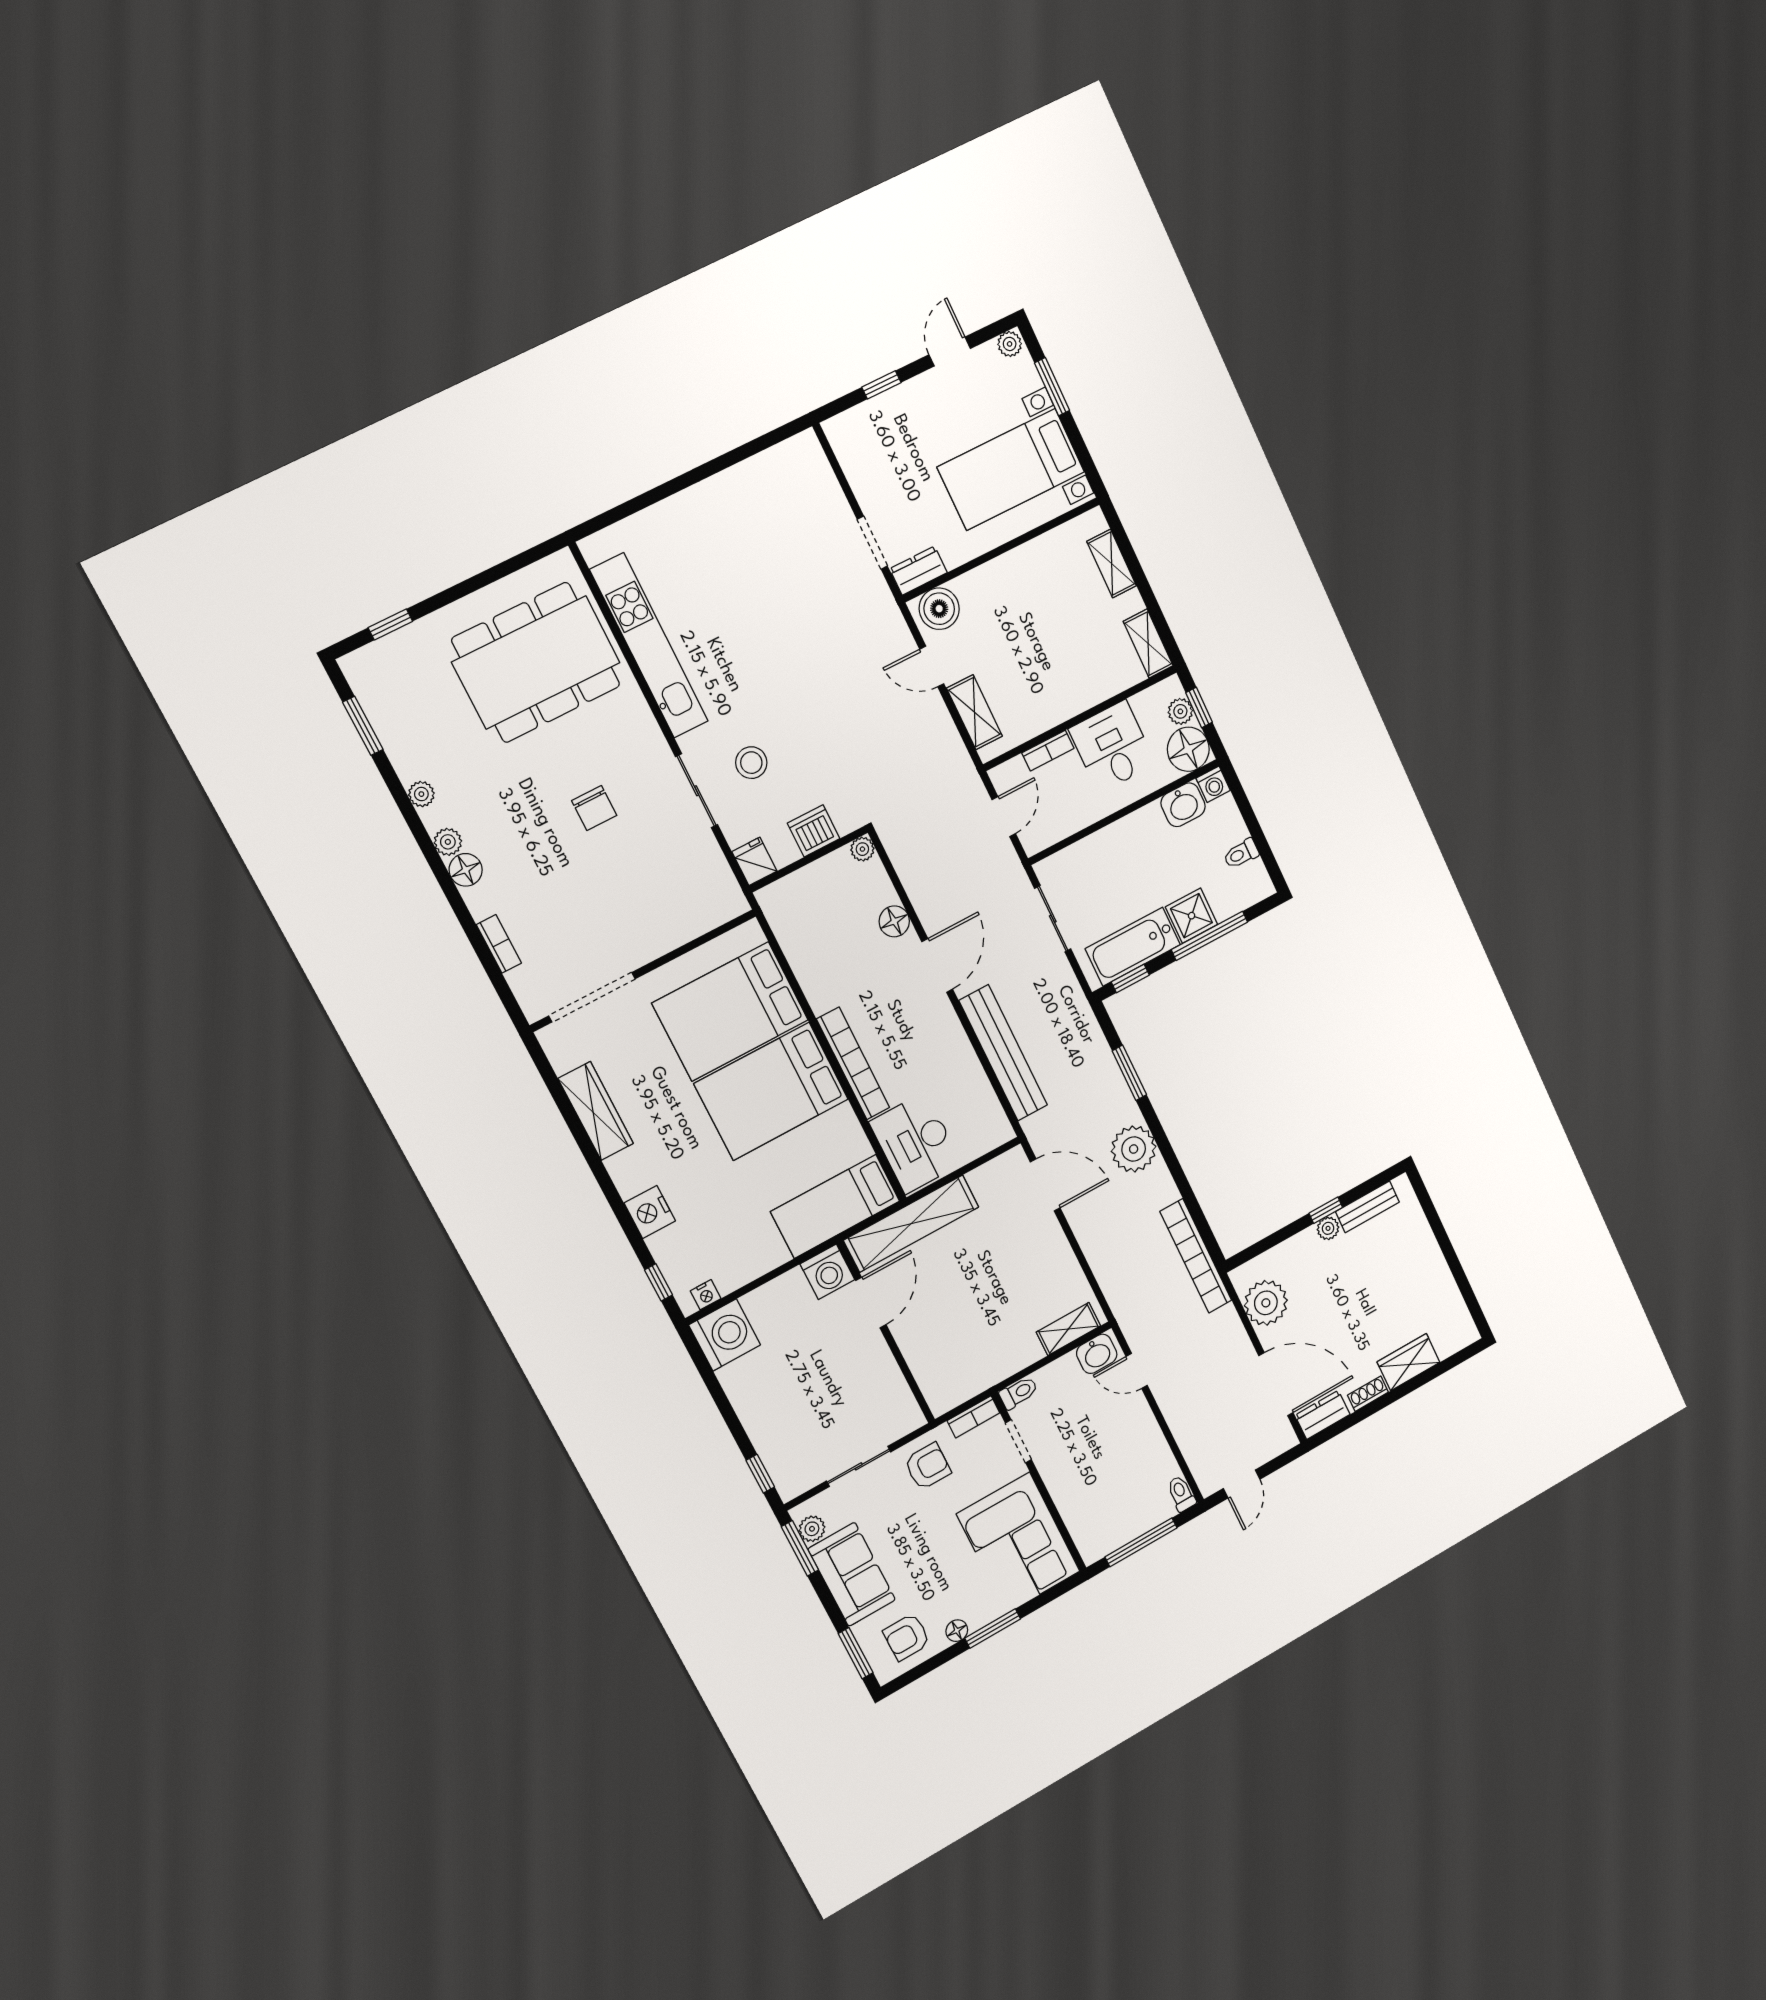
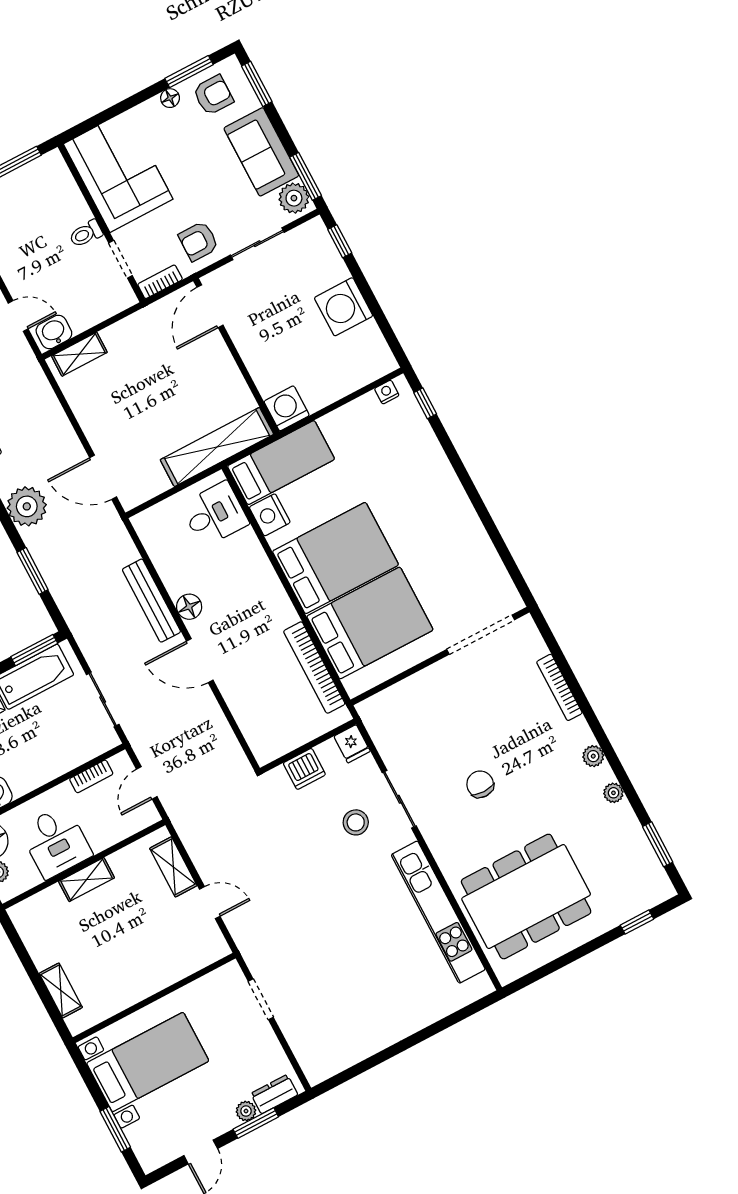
plant: (1010, 344) -> (246, 1111), moved
window: (881, 385) -> (256, 1123), width x1.50
dresser: (918, 571) -> (274, 1094), moved, turned 180
boiler: (939, 609) -> (205, 949), removed
shelving: (1148, 644) -> (86, 880), moved, turned 90
bookcase: (1048, 751) -> (91, 776), moved, turned 180
plant: (862, 849) -> (264, 755), removed
floor lamp: (466, 870) -> (580, 735), removed
floor lamp: (894, 921) -> (189, 607), moved
bookcase: (499, 944) -> (559, 687), width x1.56
door: (937, 965) -> (200, 661), hinge flipped
window: (1130, 979) -> (34, 650), width x1.50
bench: (1003, 1053) -> (151, 601), width x0.73, depth x0.82
bookcase: (853, 1063) -> (314, 668), moved
wardrobe: (596, 1111) -> (477, 544), removed
desk: (916, 1143) -> (215, 514), width x0.73
nightstand: (650, 1212) -> (270, 515), moved, turned 180
door: (871, 1303) -> (210, 306), moved
washing machine: (725, 1335) -> (344, 307), moved
toilet: (1019, 1393) -> (86, 234), moved
plant: (812, 1529) -> (294, 198), width x1.38, depth x1.38
window: (993, 1629) -> (189, 72), moved

